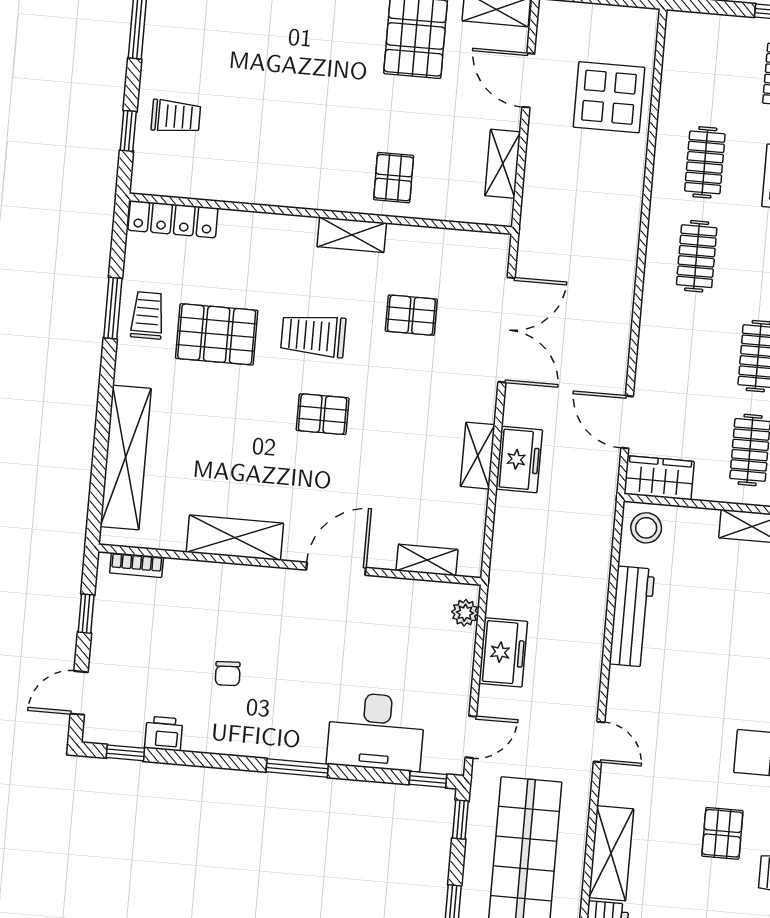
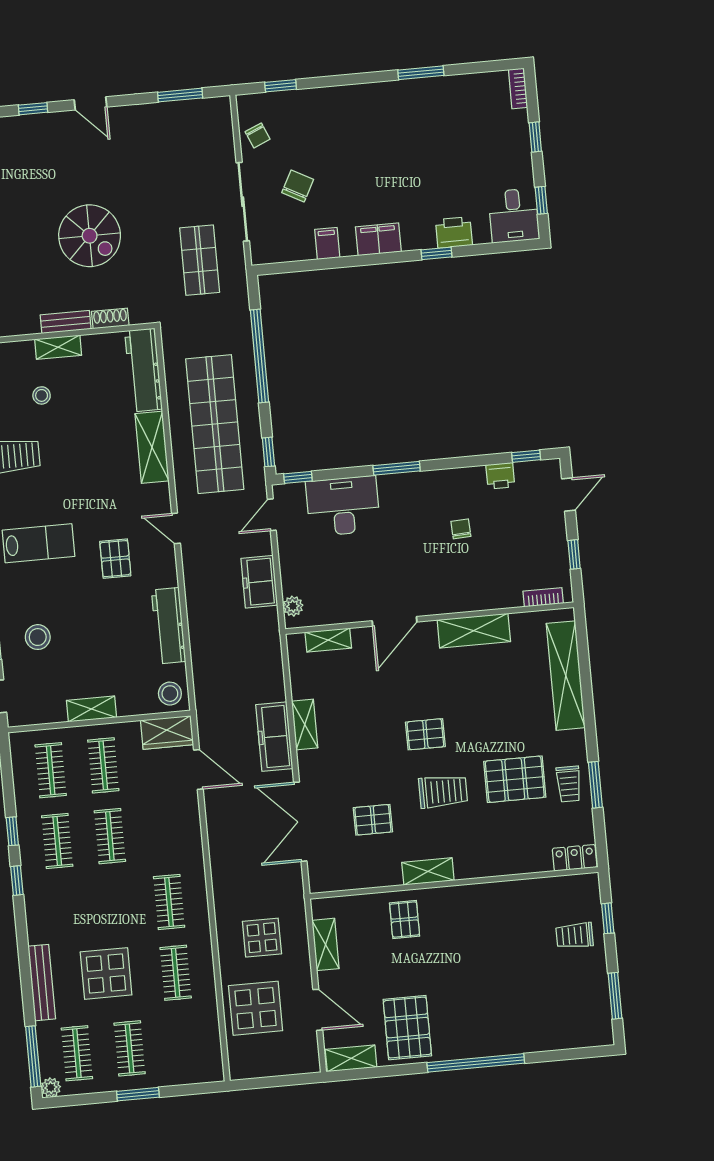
display table: (584, 188) -> (262, 938), added
locker: (173, 219) -> (575, 858), width x0.66
freezer: (519, 460) -> (274, 737), width x1.40
pallet: (722, 833) -> (115, 559), moved

